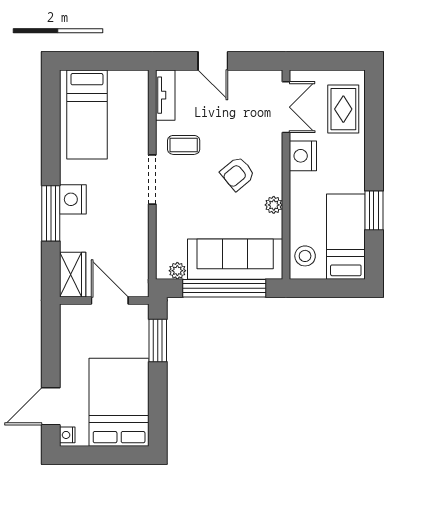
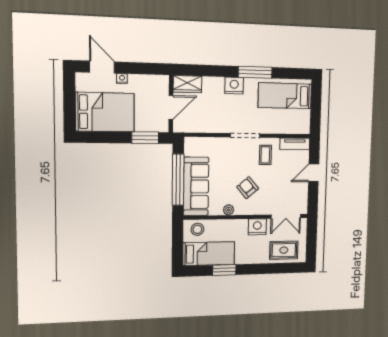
window: (51, 213) -> (255, 72), moved
plant: (177, 271) -> (189, 150), removed
nightstand: (67, 435) -> (122, 79), moved

